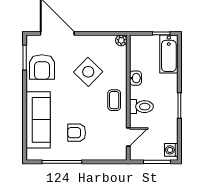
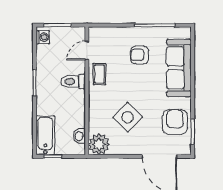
plant: (121, 40) -> (99, 144), width x1.88, depth x1.88
washbasin: (135, 78) -> (79, 136), moved
coffee table: (114, 100) -> (99, 74), moved
armchair: (77, 133) -> (140, 55), turned 180

